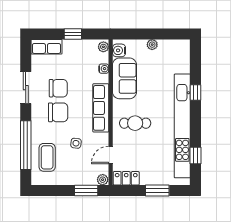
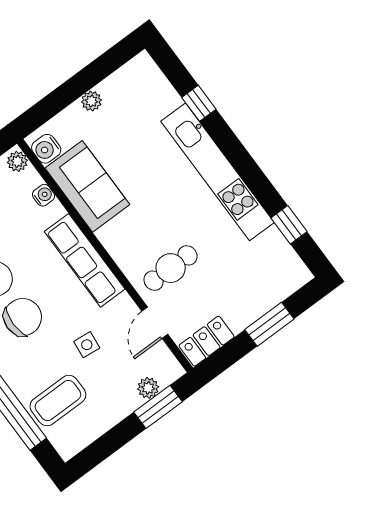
window: (196, 93) -> (199, 103), moved
cafe table: (135, 123) -> (171, 268), moved
kitchen unit: (182, 126) -> (217, 172), width x0.73
coffee table: (47, 157) -> (58, 401), turned 90
plant: (103, 180) -> (148, 388), moved

